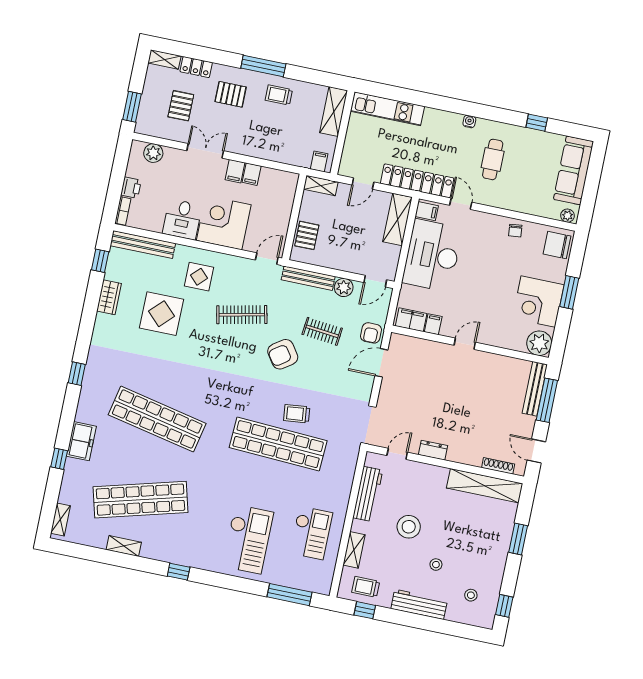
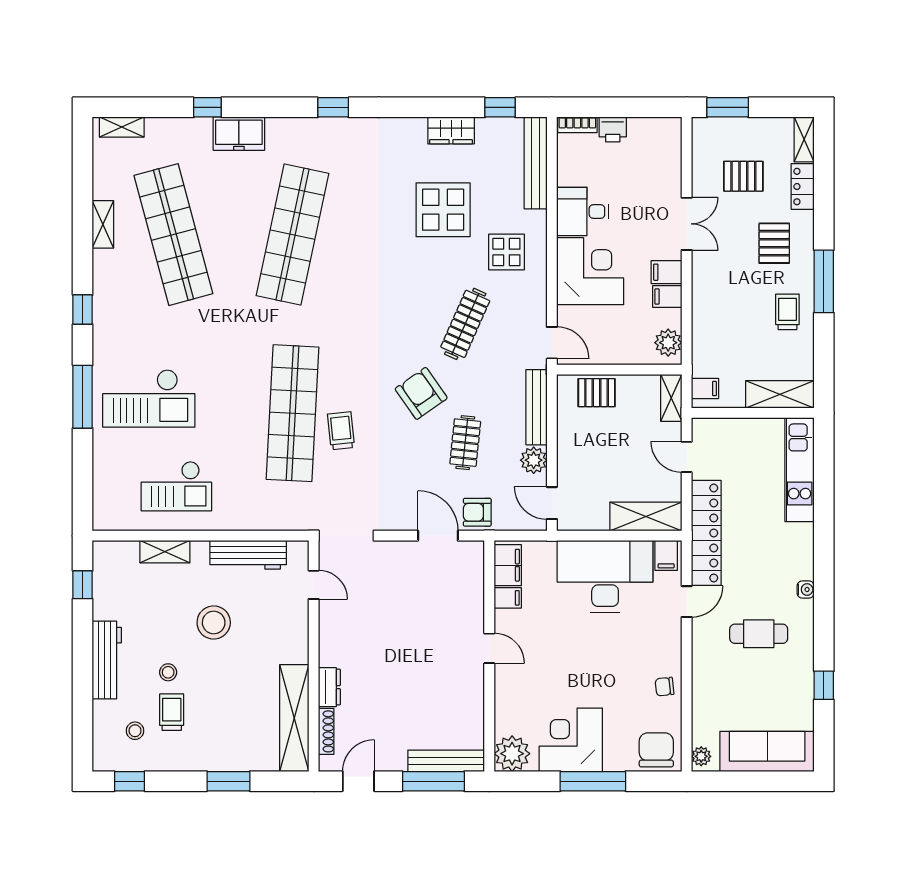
plant: (153, 153) -> (668, 343), moved
window: (569, 292) -> (593, 781), width x1.44
clothes rail: (242, 315) -> (465, 324), turned 36
dresser: (433, 450) -> (329, 687), moved
trolley: (366, 587) -> (172, 712), moved
window: (289, 595) -> (83, 397), moved

